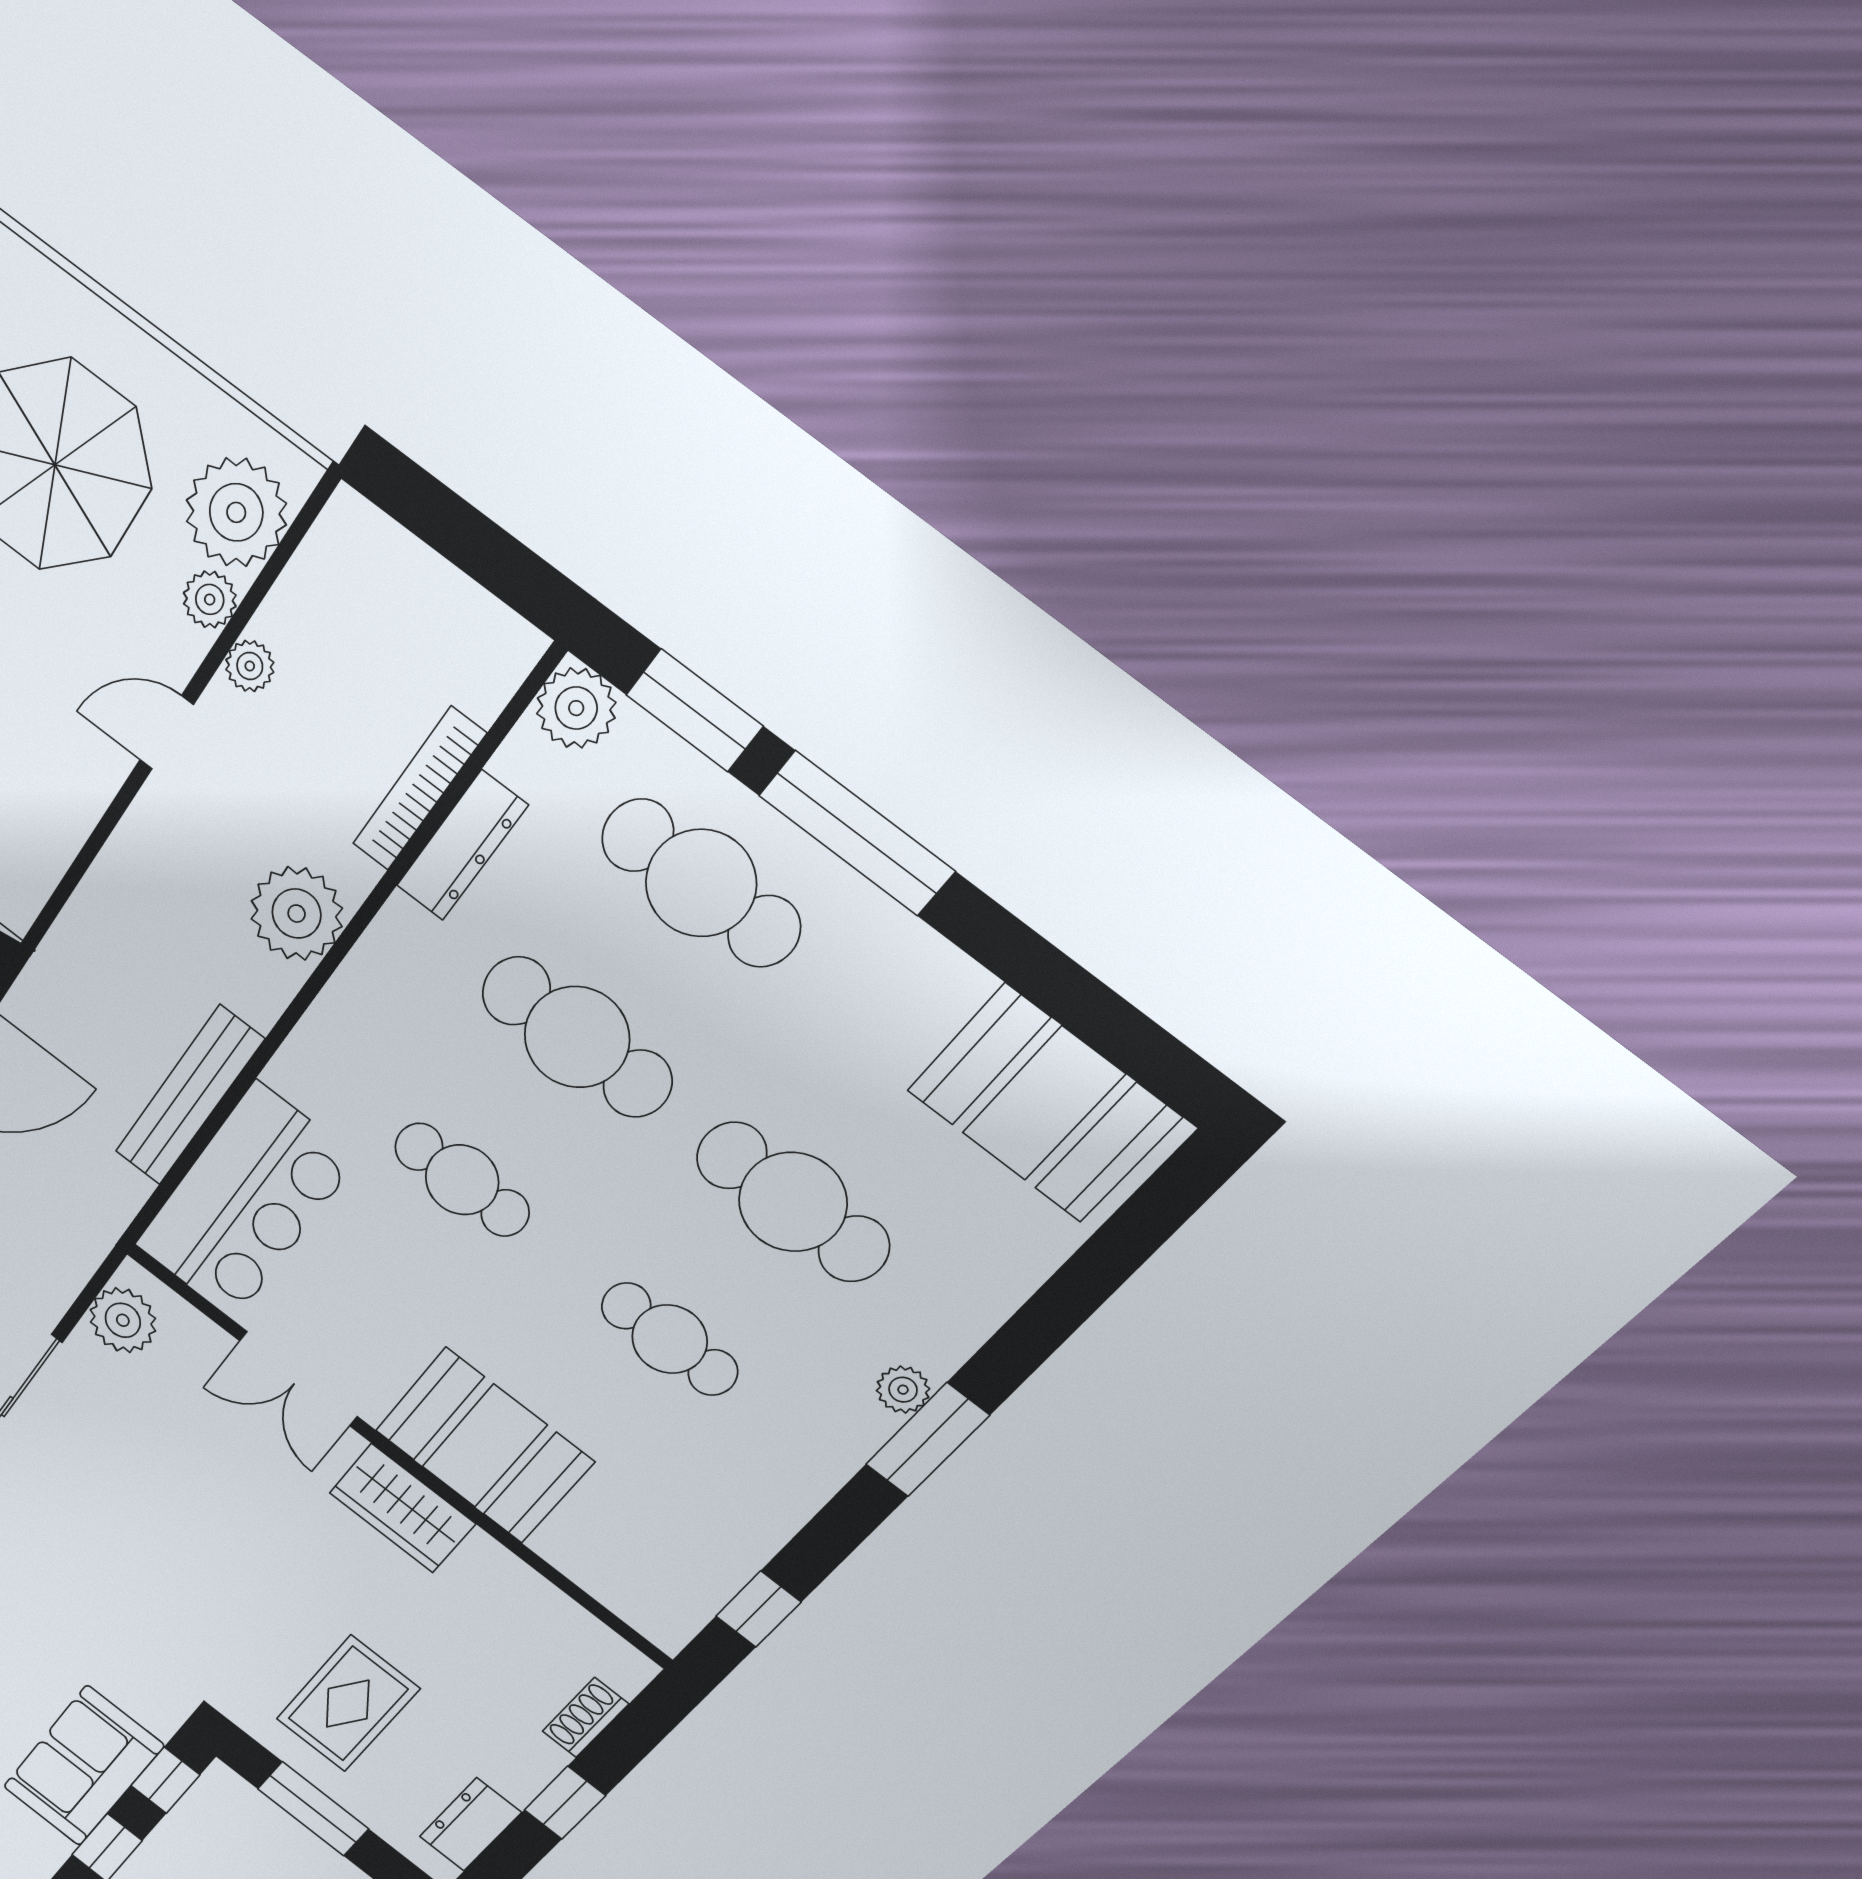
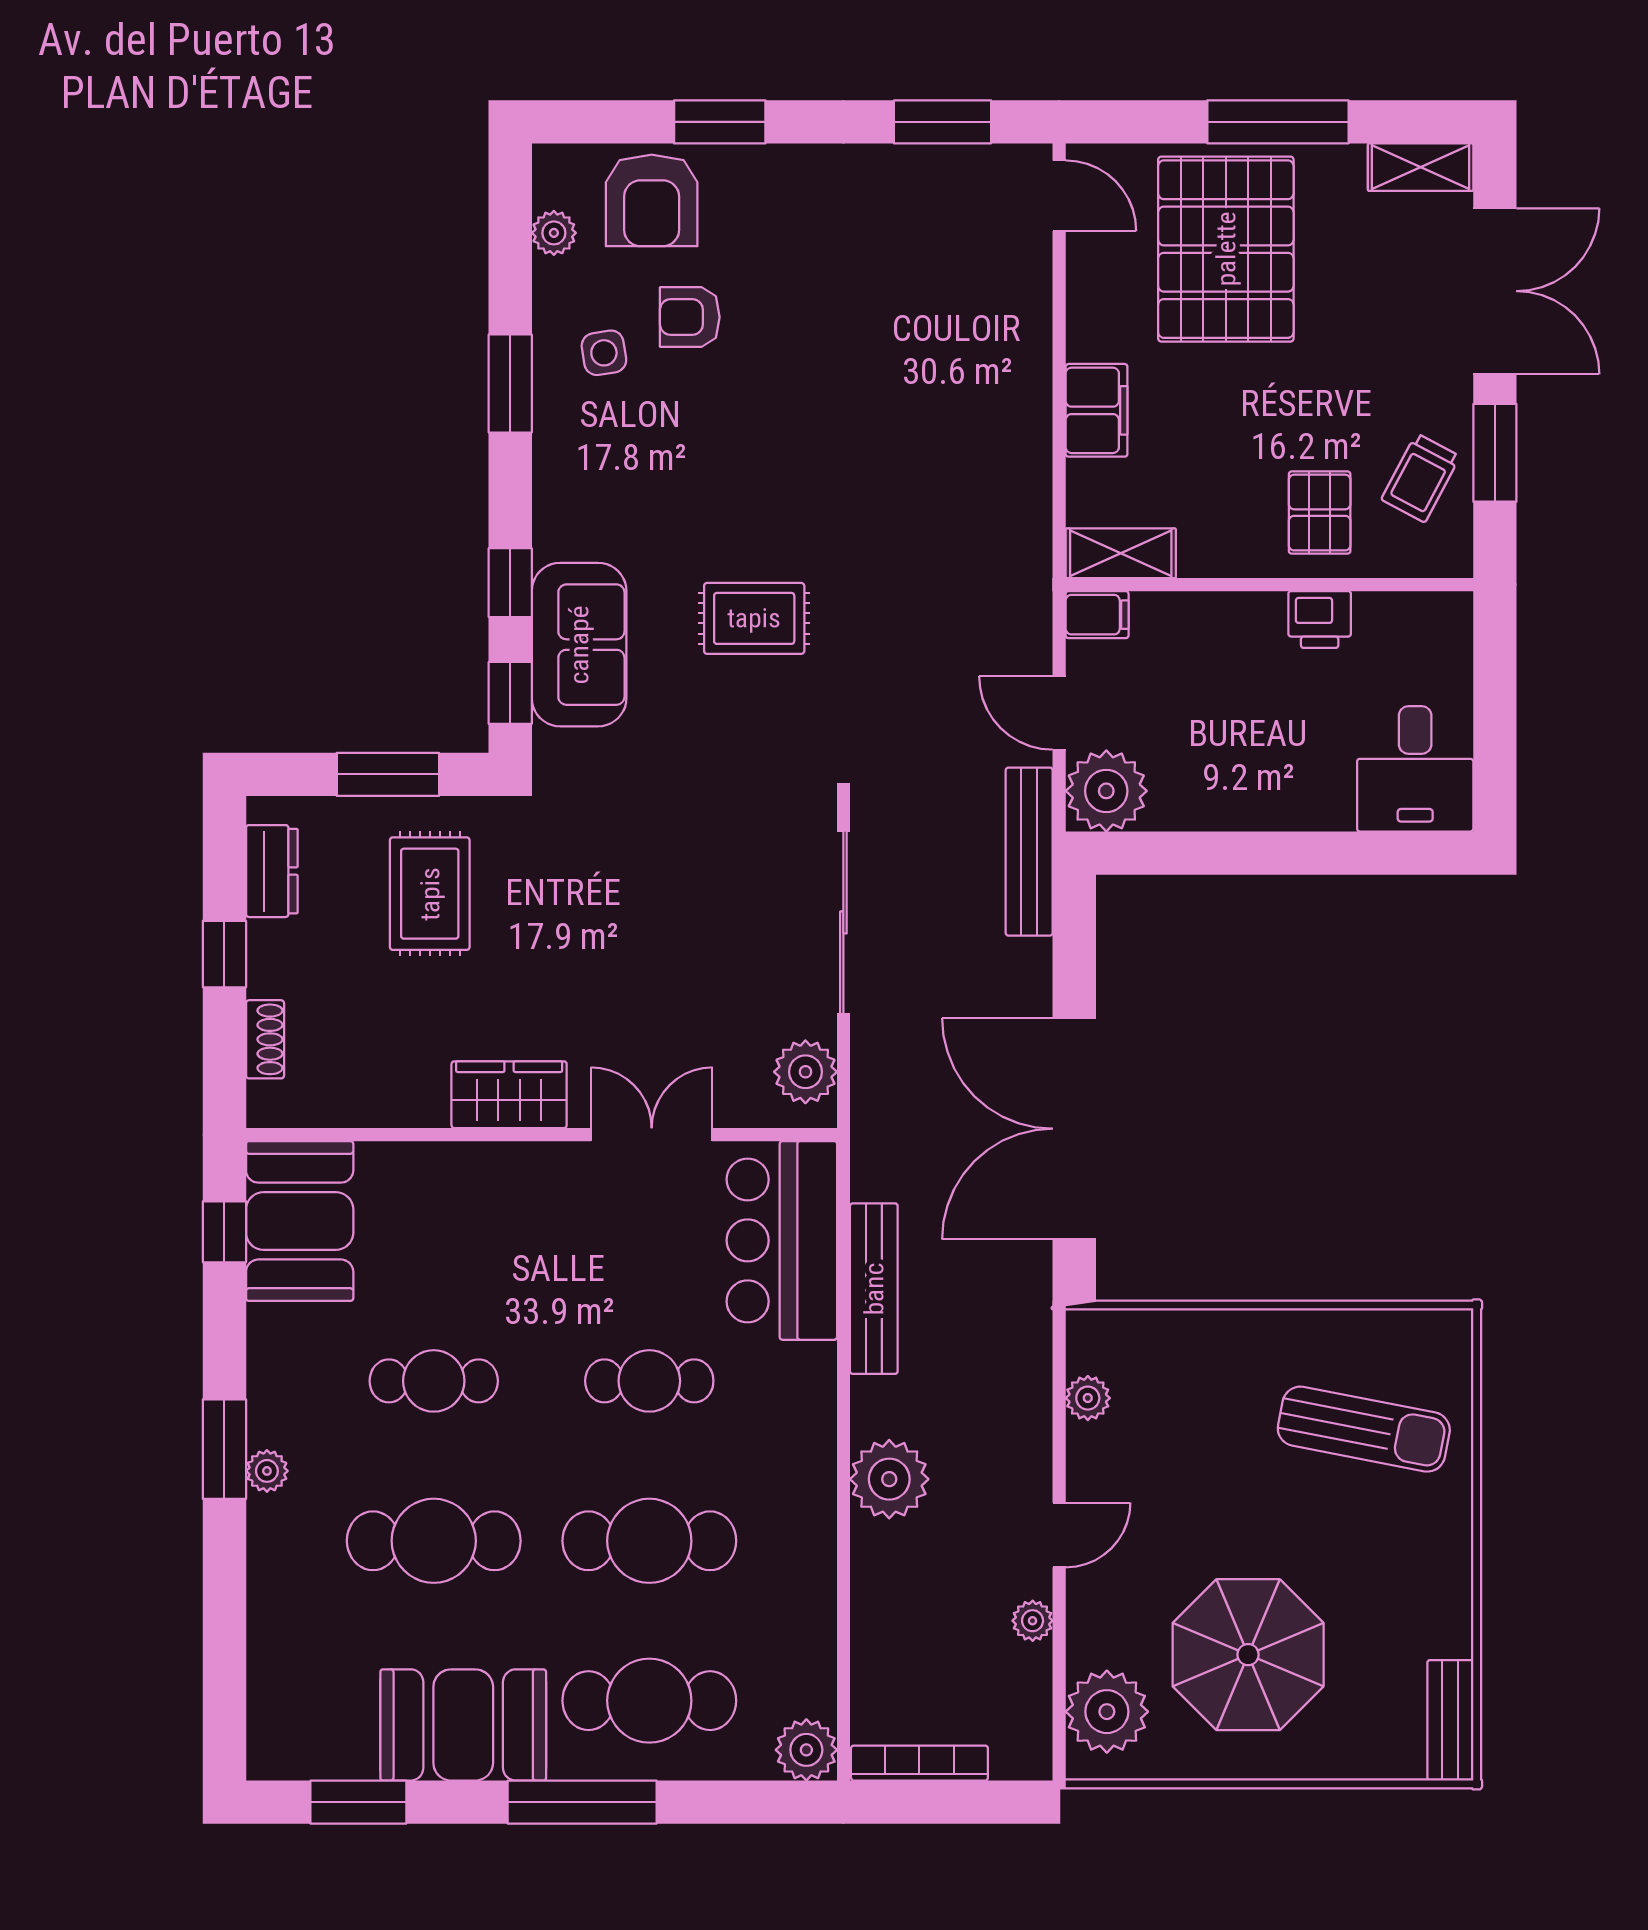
plant: (210, 599) -> (1088, 1398), moved
window: (694, 710) -> (358, 1802), moved
bookcase: (419, 789) -> (919, 1763), moved, turned -90
dresser: (462, 846) -> (814, 1609), removed
booth: (1043, 1104) -> (463, 1725), moved
booth: (484, 1446) -> (300, 1221), moved, turned 90

